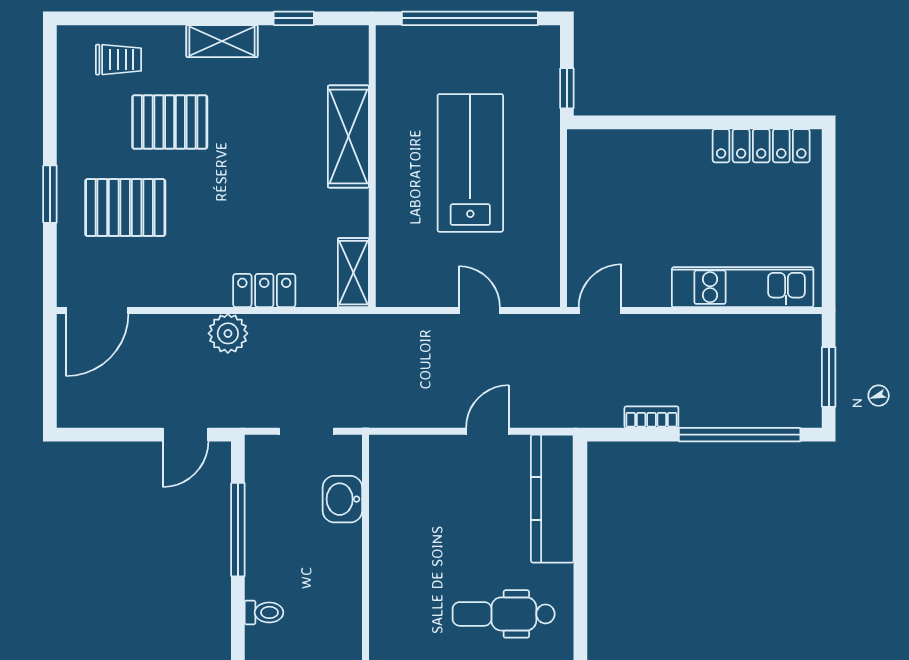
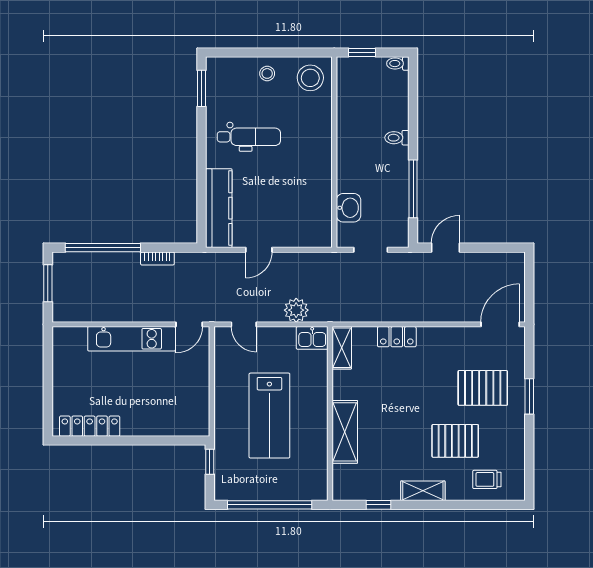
kitchen unit: (743, 287) -> (132, 339), moved
kitchen sink: (401, 289) -> (312, 338), added
door: (479, 310) -> (244, 324), moved
plant: (228, 333) -> (296, 310), moved

